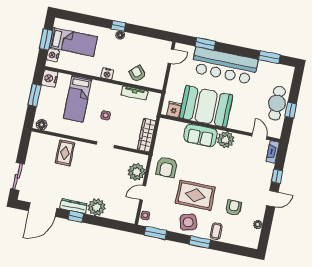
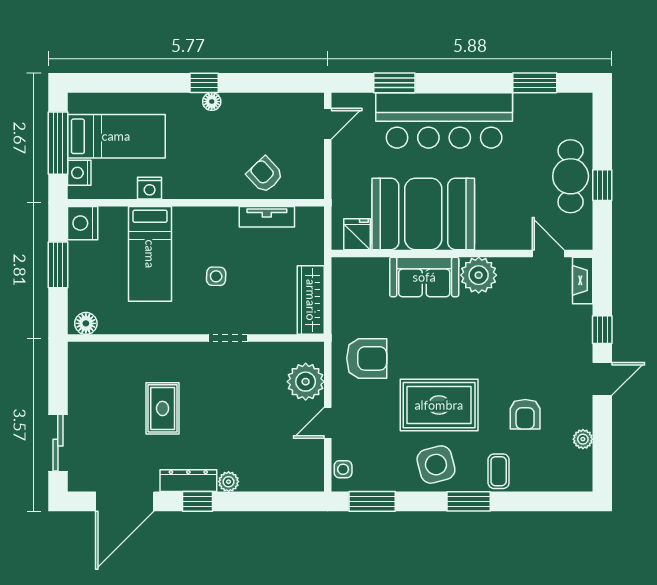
window: (46, 40) -> (58, 143), width x1.44
nightstand: (107, 74) -> (150, 188), moved
rug: (65, 153) -> (163, 408), moved
armchair: (167, 167) -> (367, 358), turned -90
plant: (97, 207) -> (229, 482), width x0.53, depth x0.53
armchair: (234, 208) -> (525, 414), turned 180

